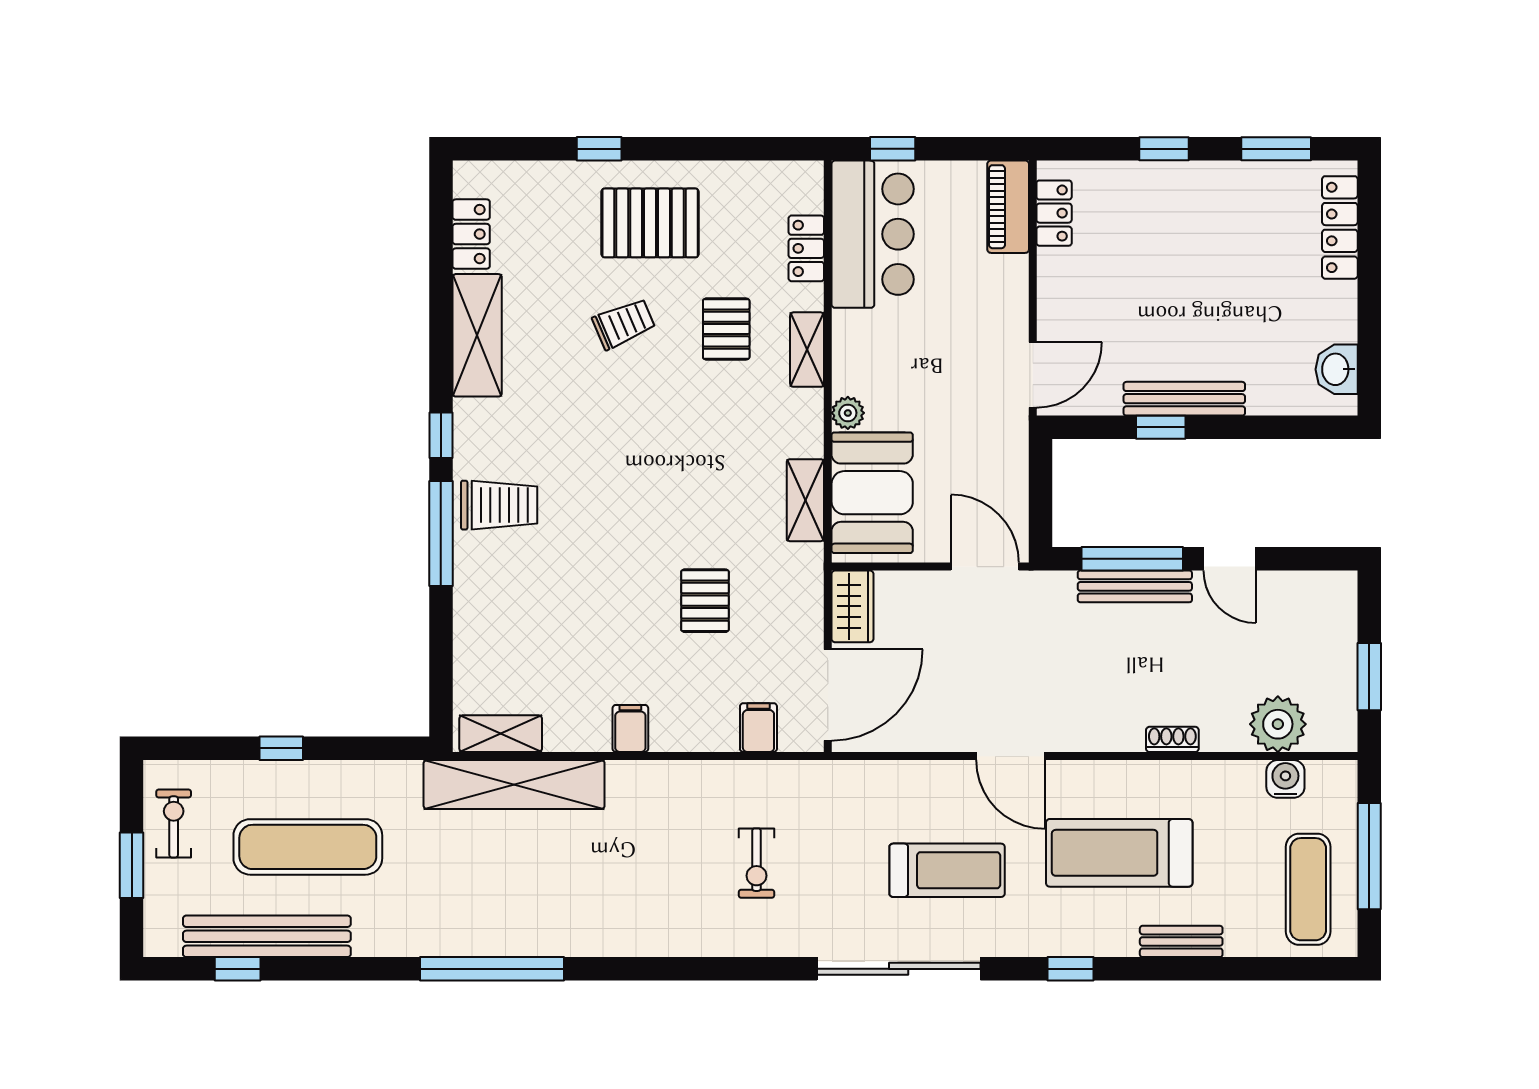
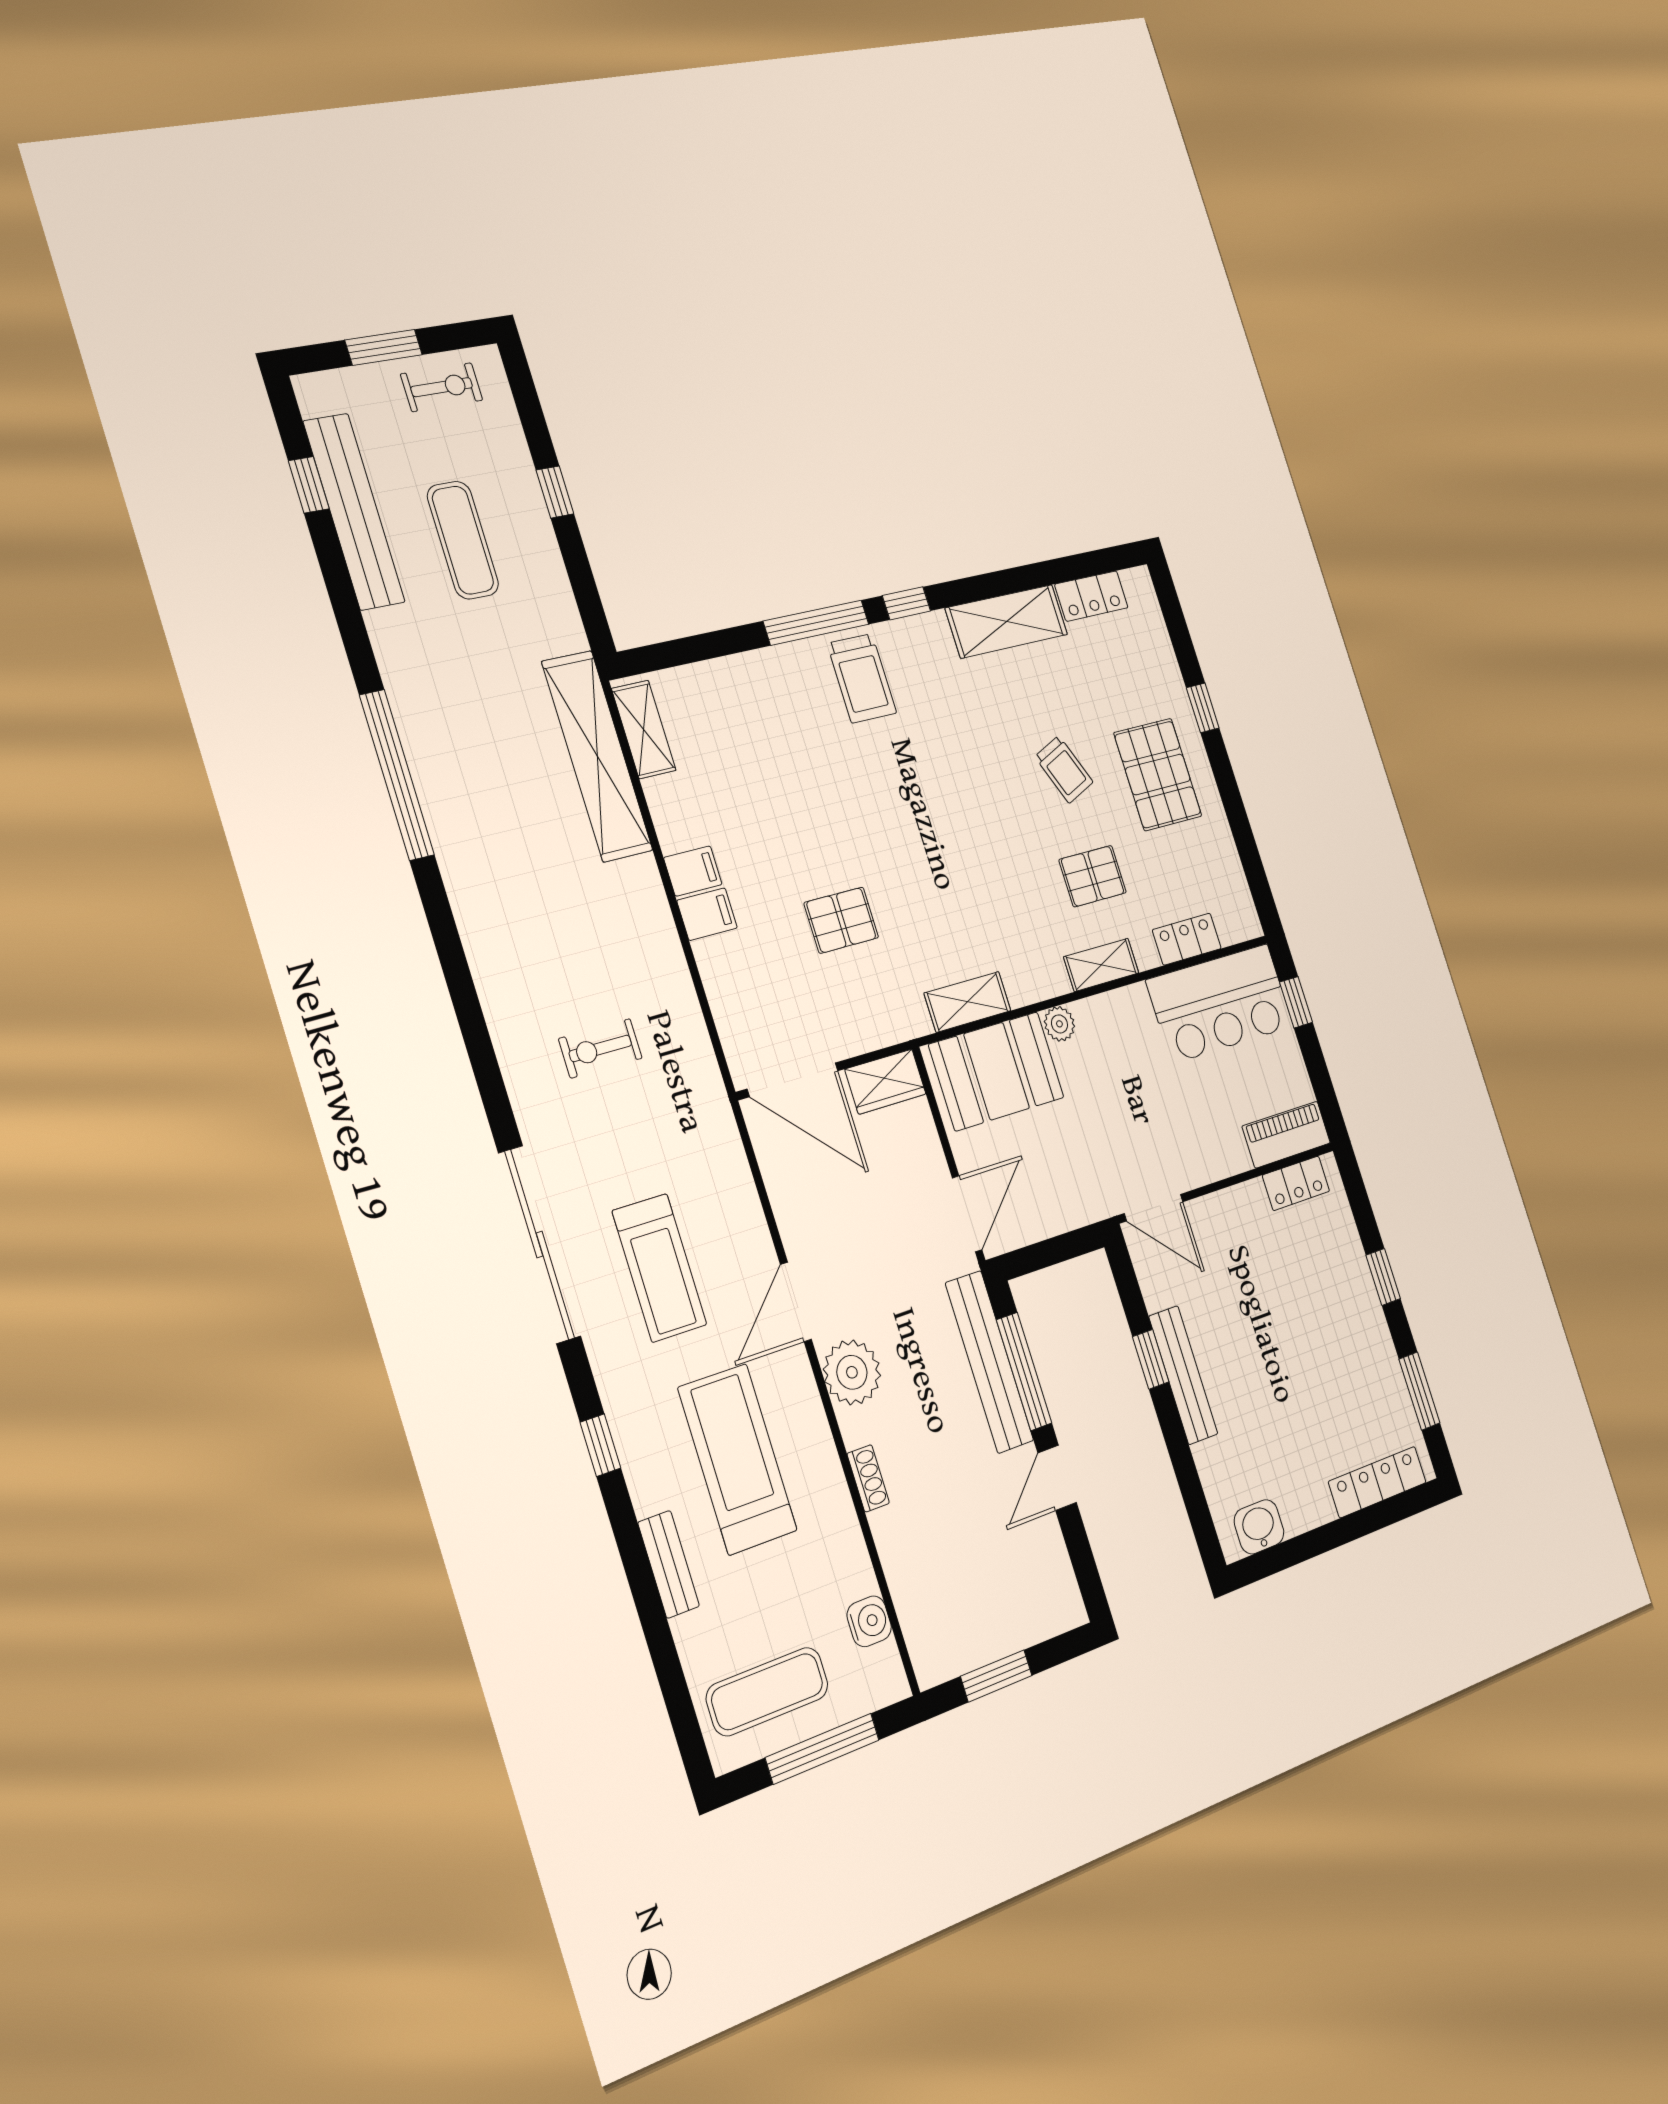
bench: (1135, 586) -> (989, 1362), width x1.37, depth x1.21
plant: (1278, 724) -> (852, 1372), moved
filing cabinet: (758, 728) -> (707, 914), moved
exercise mat: (308, 847) -> (463, 540), width x0.73, depth x0.69

